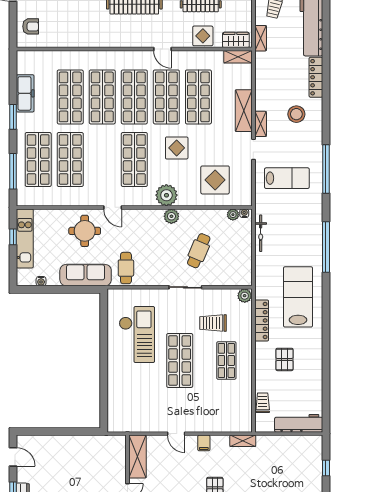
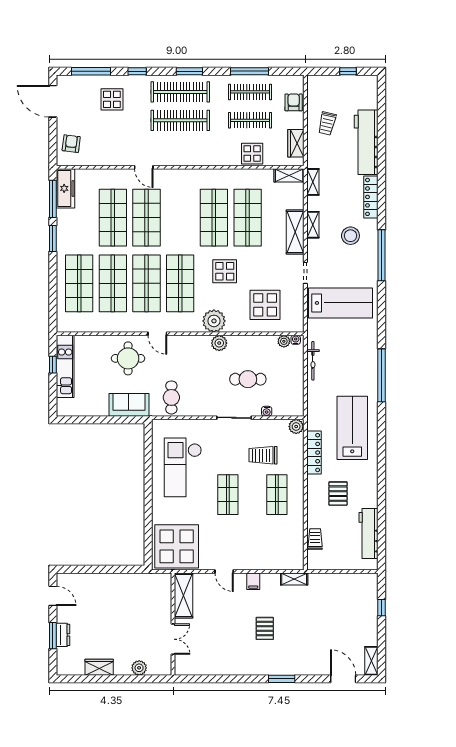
armchair: (31, 26) -> (71, 144), turned -83
shelving: (261, 38) -> (313, 182), moved
wardrobe: (236, 40) -> (296, 143), moved, turned -90
door: (162, 49) -> (144, 167), moved
freezer: (25, 93) -> (66, 188), moved
shop shelf: (134, 97) -> (147, 283), moved
shelving: (261, 124) -> (313, 225), moved
window: (326, 169) -> (382, 255), moved
window: (13, 171) -> (53, 199), moved
lab bench: (287, 178) -> (341, 303), width x1.36, depth x1.39
cafe table: (199, 251) -> (248, 379), turned 67
sofa: (86, 275) -> (129, 405), width x0.73
water cooler: (41, 281) -> (267, 411), moved
checkout: (137, 335) -> (183, 467), turned 180
shop shelf: (180, 360) -> (228, 495), width x0.70, depth x0.74
display table: (131, 410) -> (177, 546), added
workbench: (299, 423) -> (369, 533), moved, turned -90

